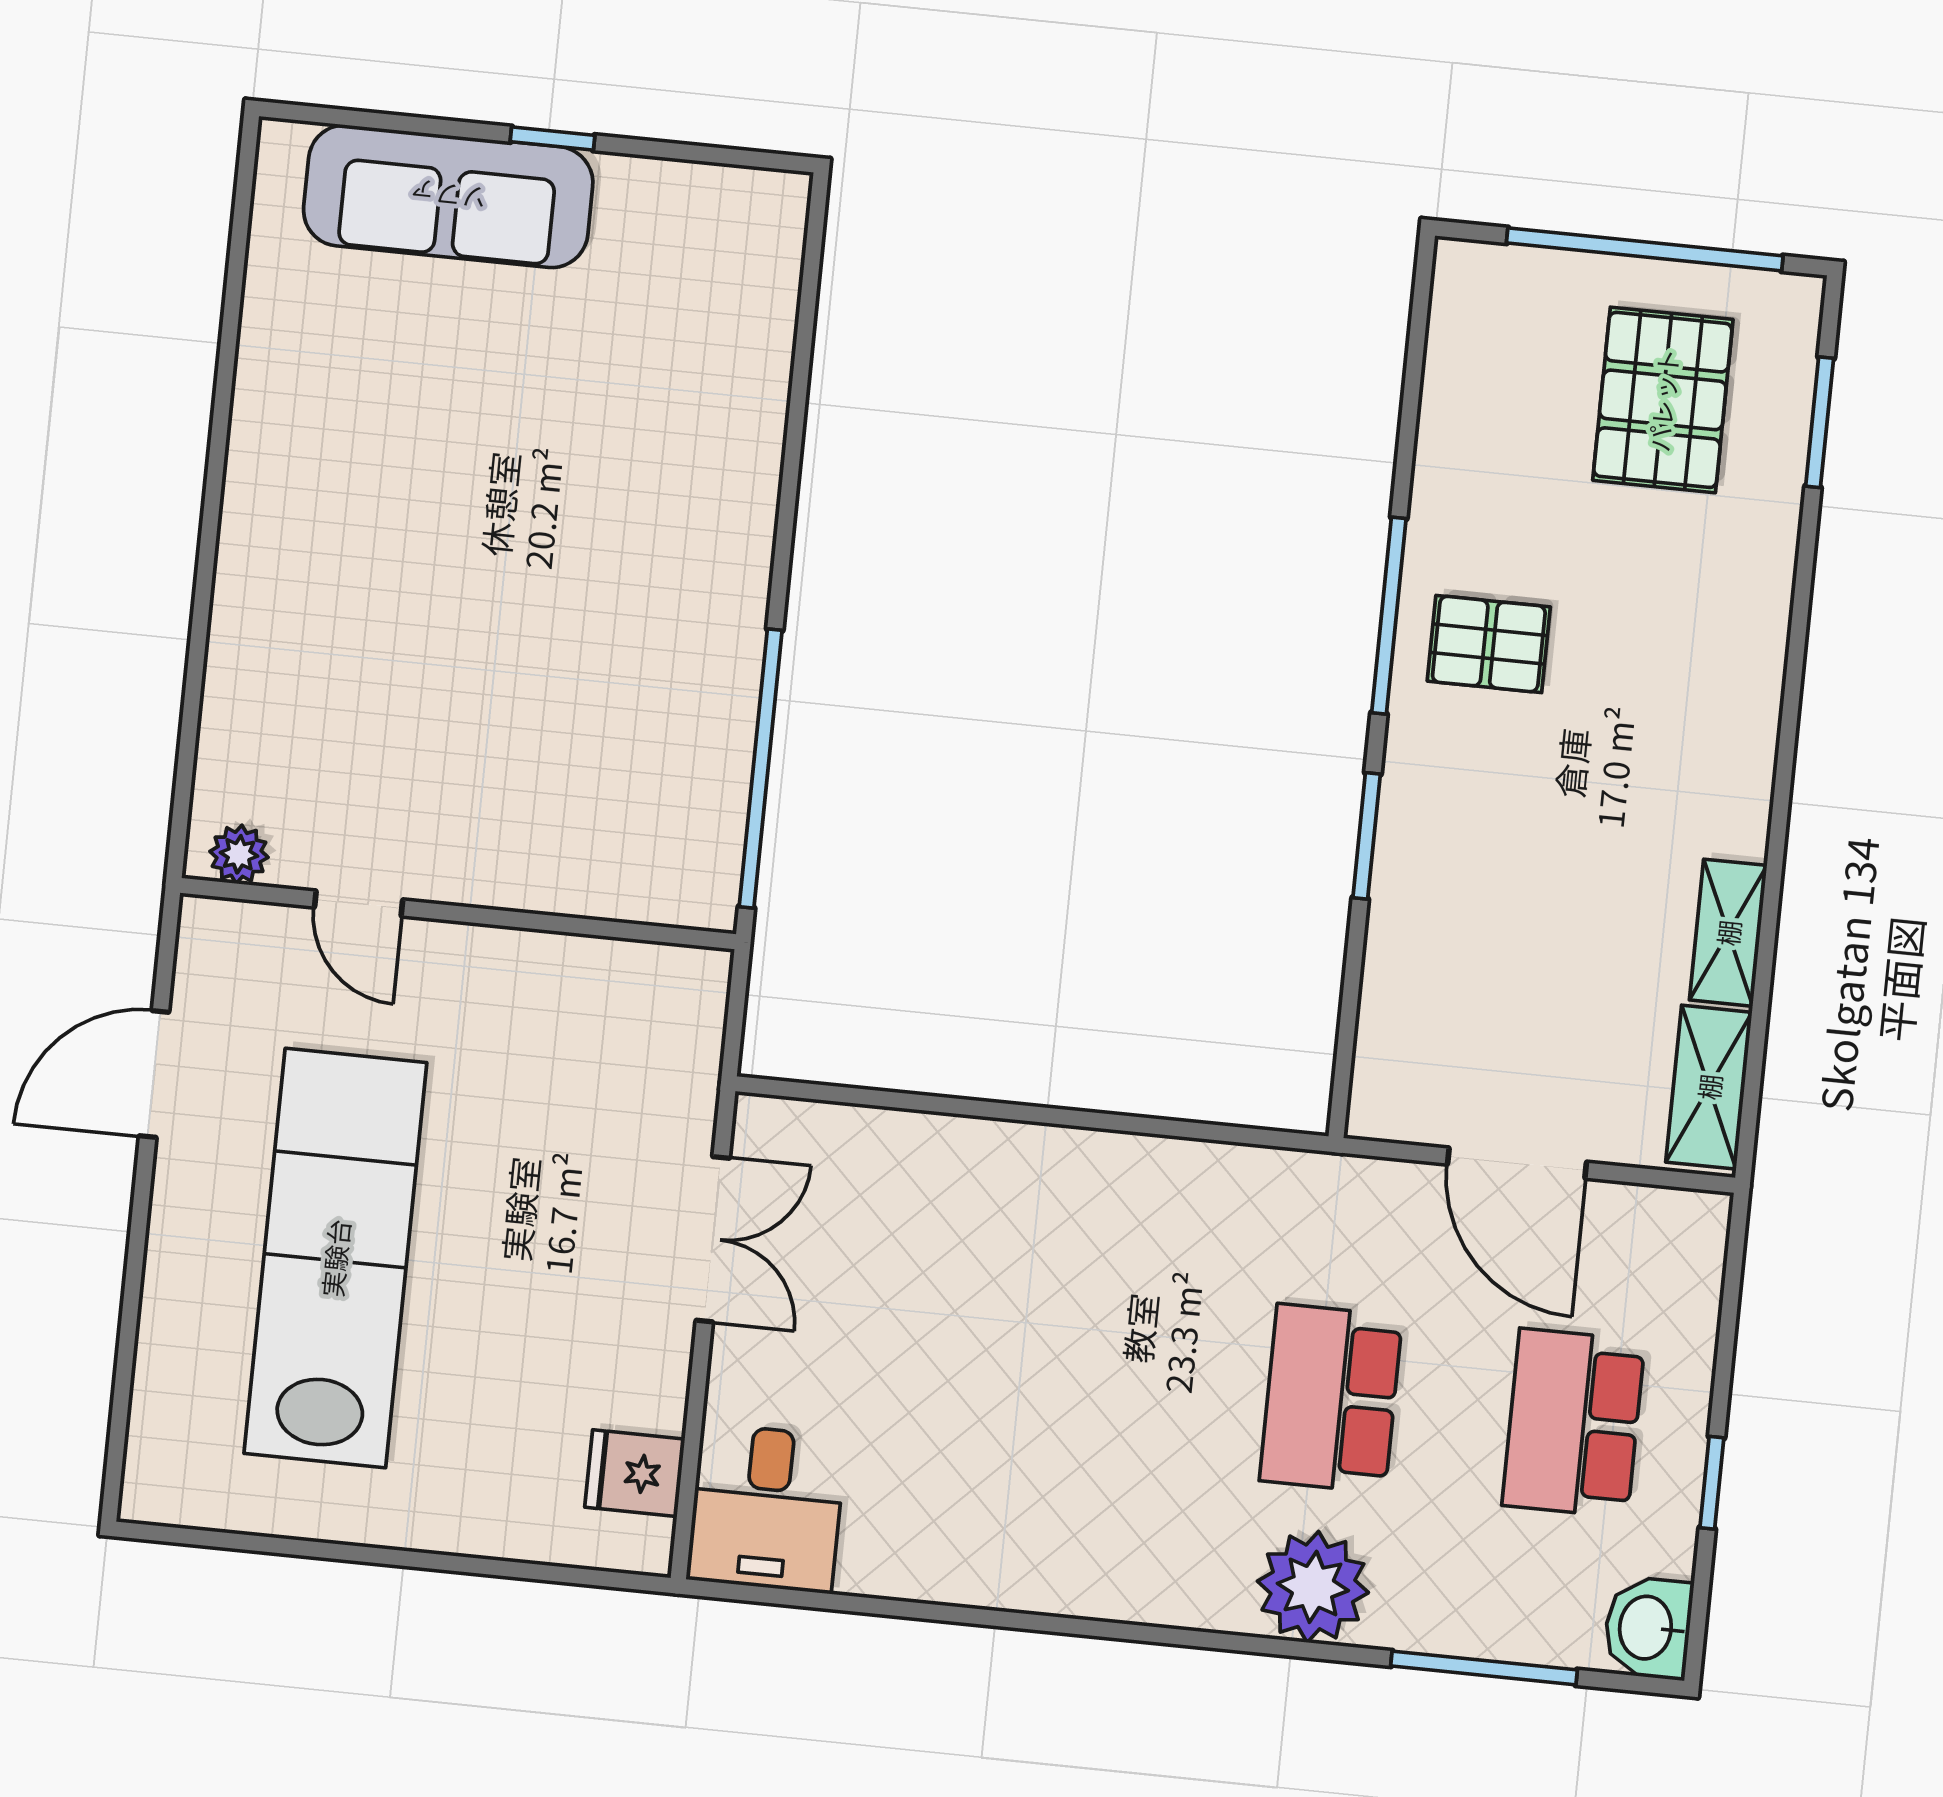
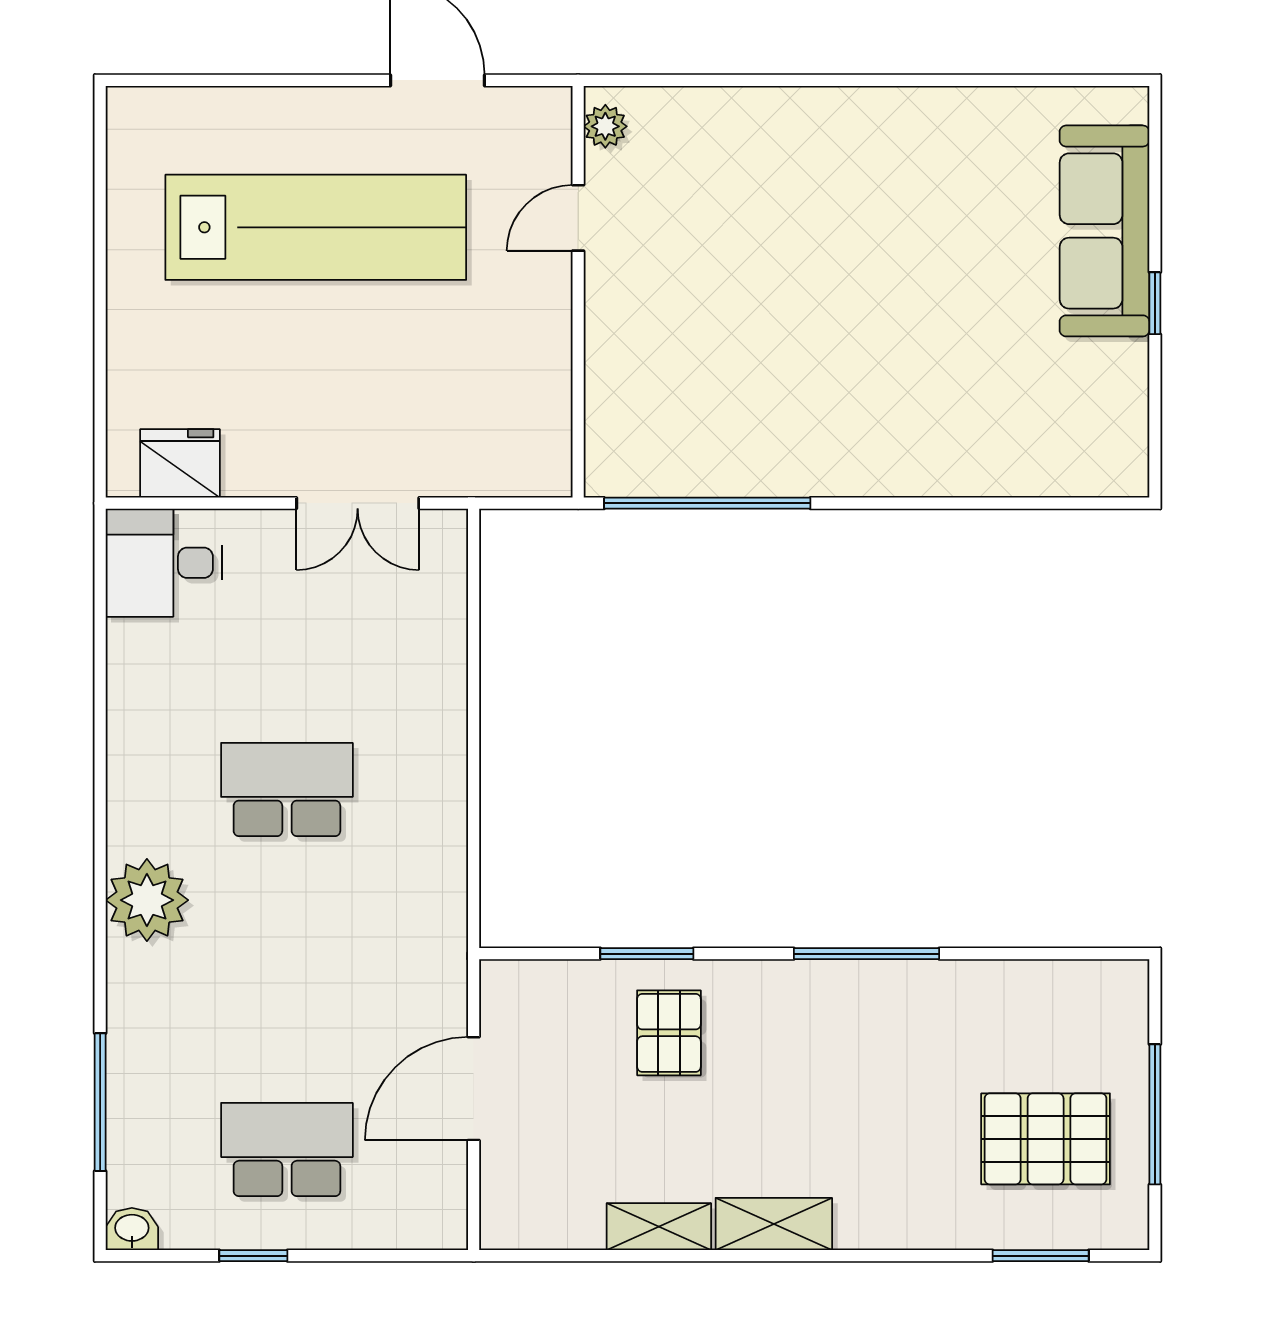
window: (1645, 249) -> (1155, 1114), width x0.68
pallet: (1489, 644) -> (669, 1033), moved
window: (1367, 836) -> (647, 954), moved
shelving: (1709, 1087) -> (774, 1224), moved
school desk: (1331, 1398) -> (287, 789), moved
fridge: (635, 1473) -> (180, 463), width x1.38
plant: (1313, 1587) -> (147, 900), moved
washbasin: (1648, 1628) -> (132, 1229), width x0.72, depth x0.69

